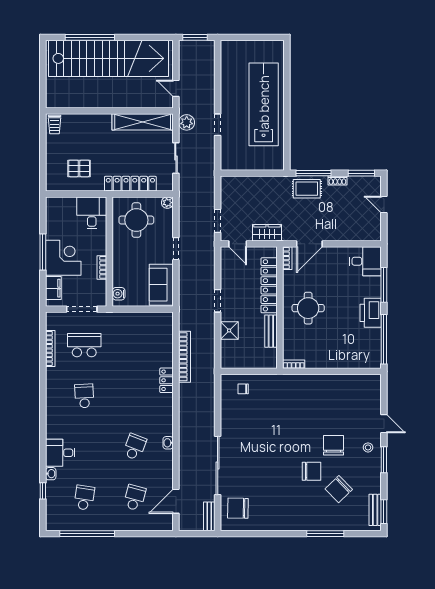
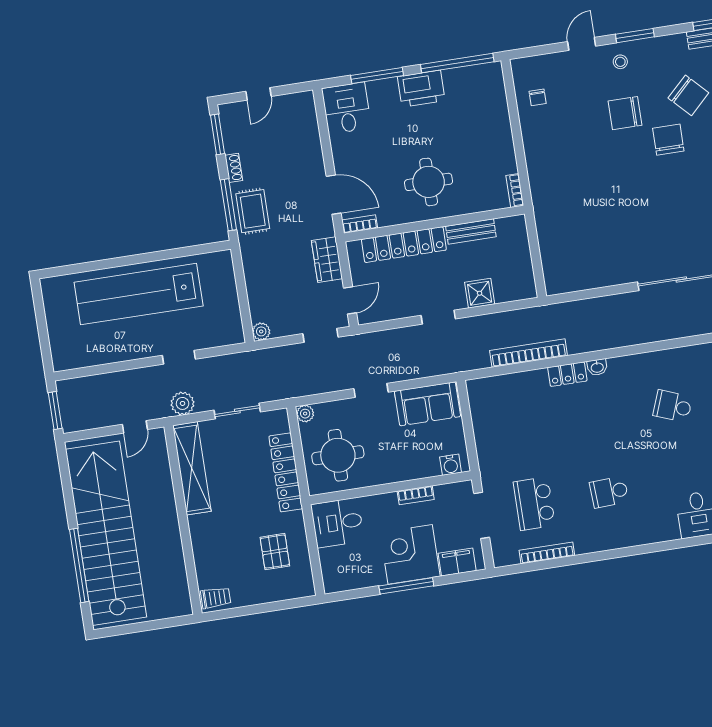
plant: (226, 182) -> (261, 331), added
chair: (243, 389) -> (538, 97), moved
washbasin: (168, 443) -> (597, 367), moved

